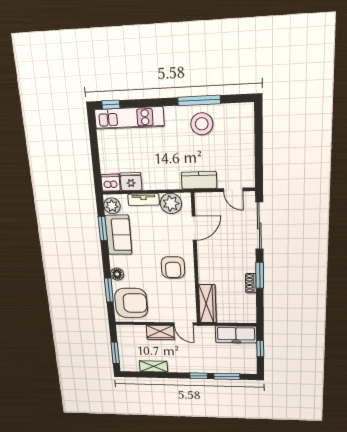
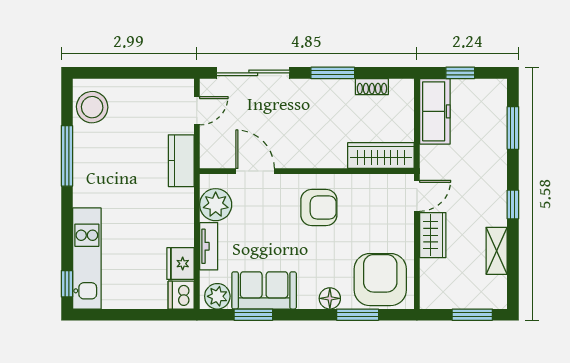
stool: (202, 124) -> (92, 107), moved
shoe rack: (251, 283) -> (372, 87), moved
window: (199, 376) -> (513, 205), moved

